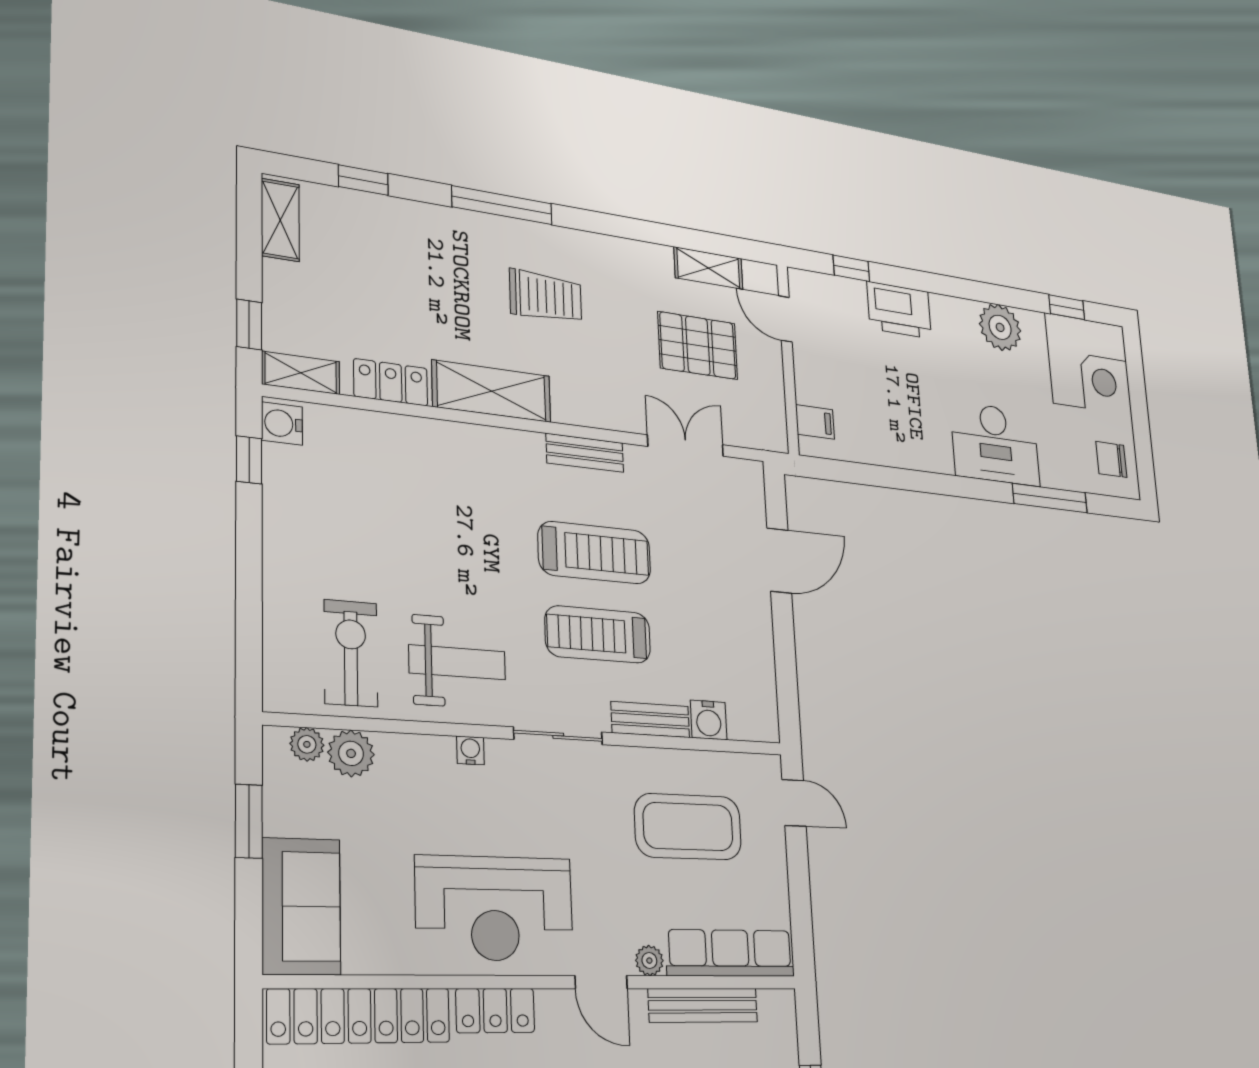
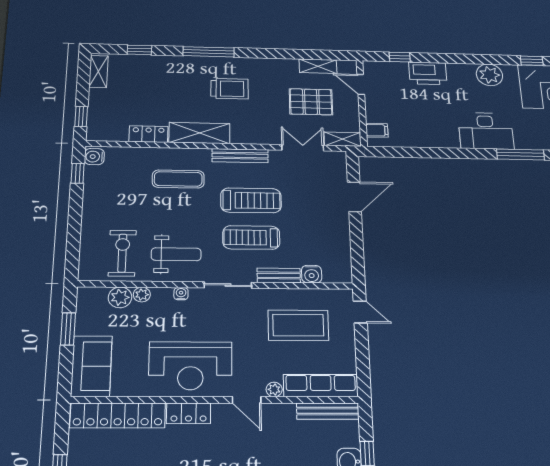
shelving: (301, 373) -> (342, 139), moved
bench: (585, 453) -> (240, 156), width x1.36
exercise mat: (454, 492) -> (178, 179), added
plant: (307, 744) -> (142, 295), moved
bench: (703, 1005) -> (328, 411), moved

